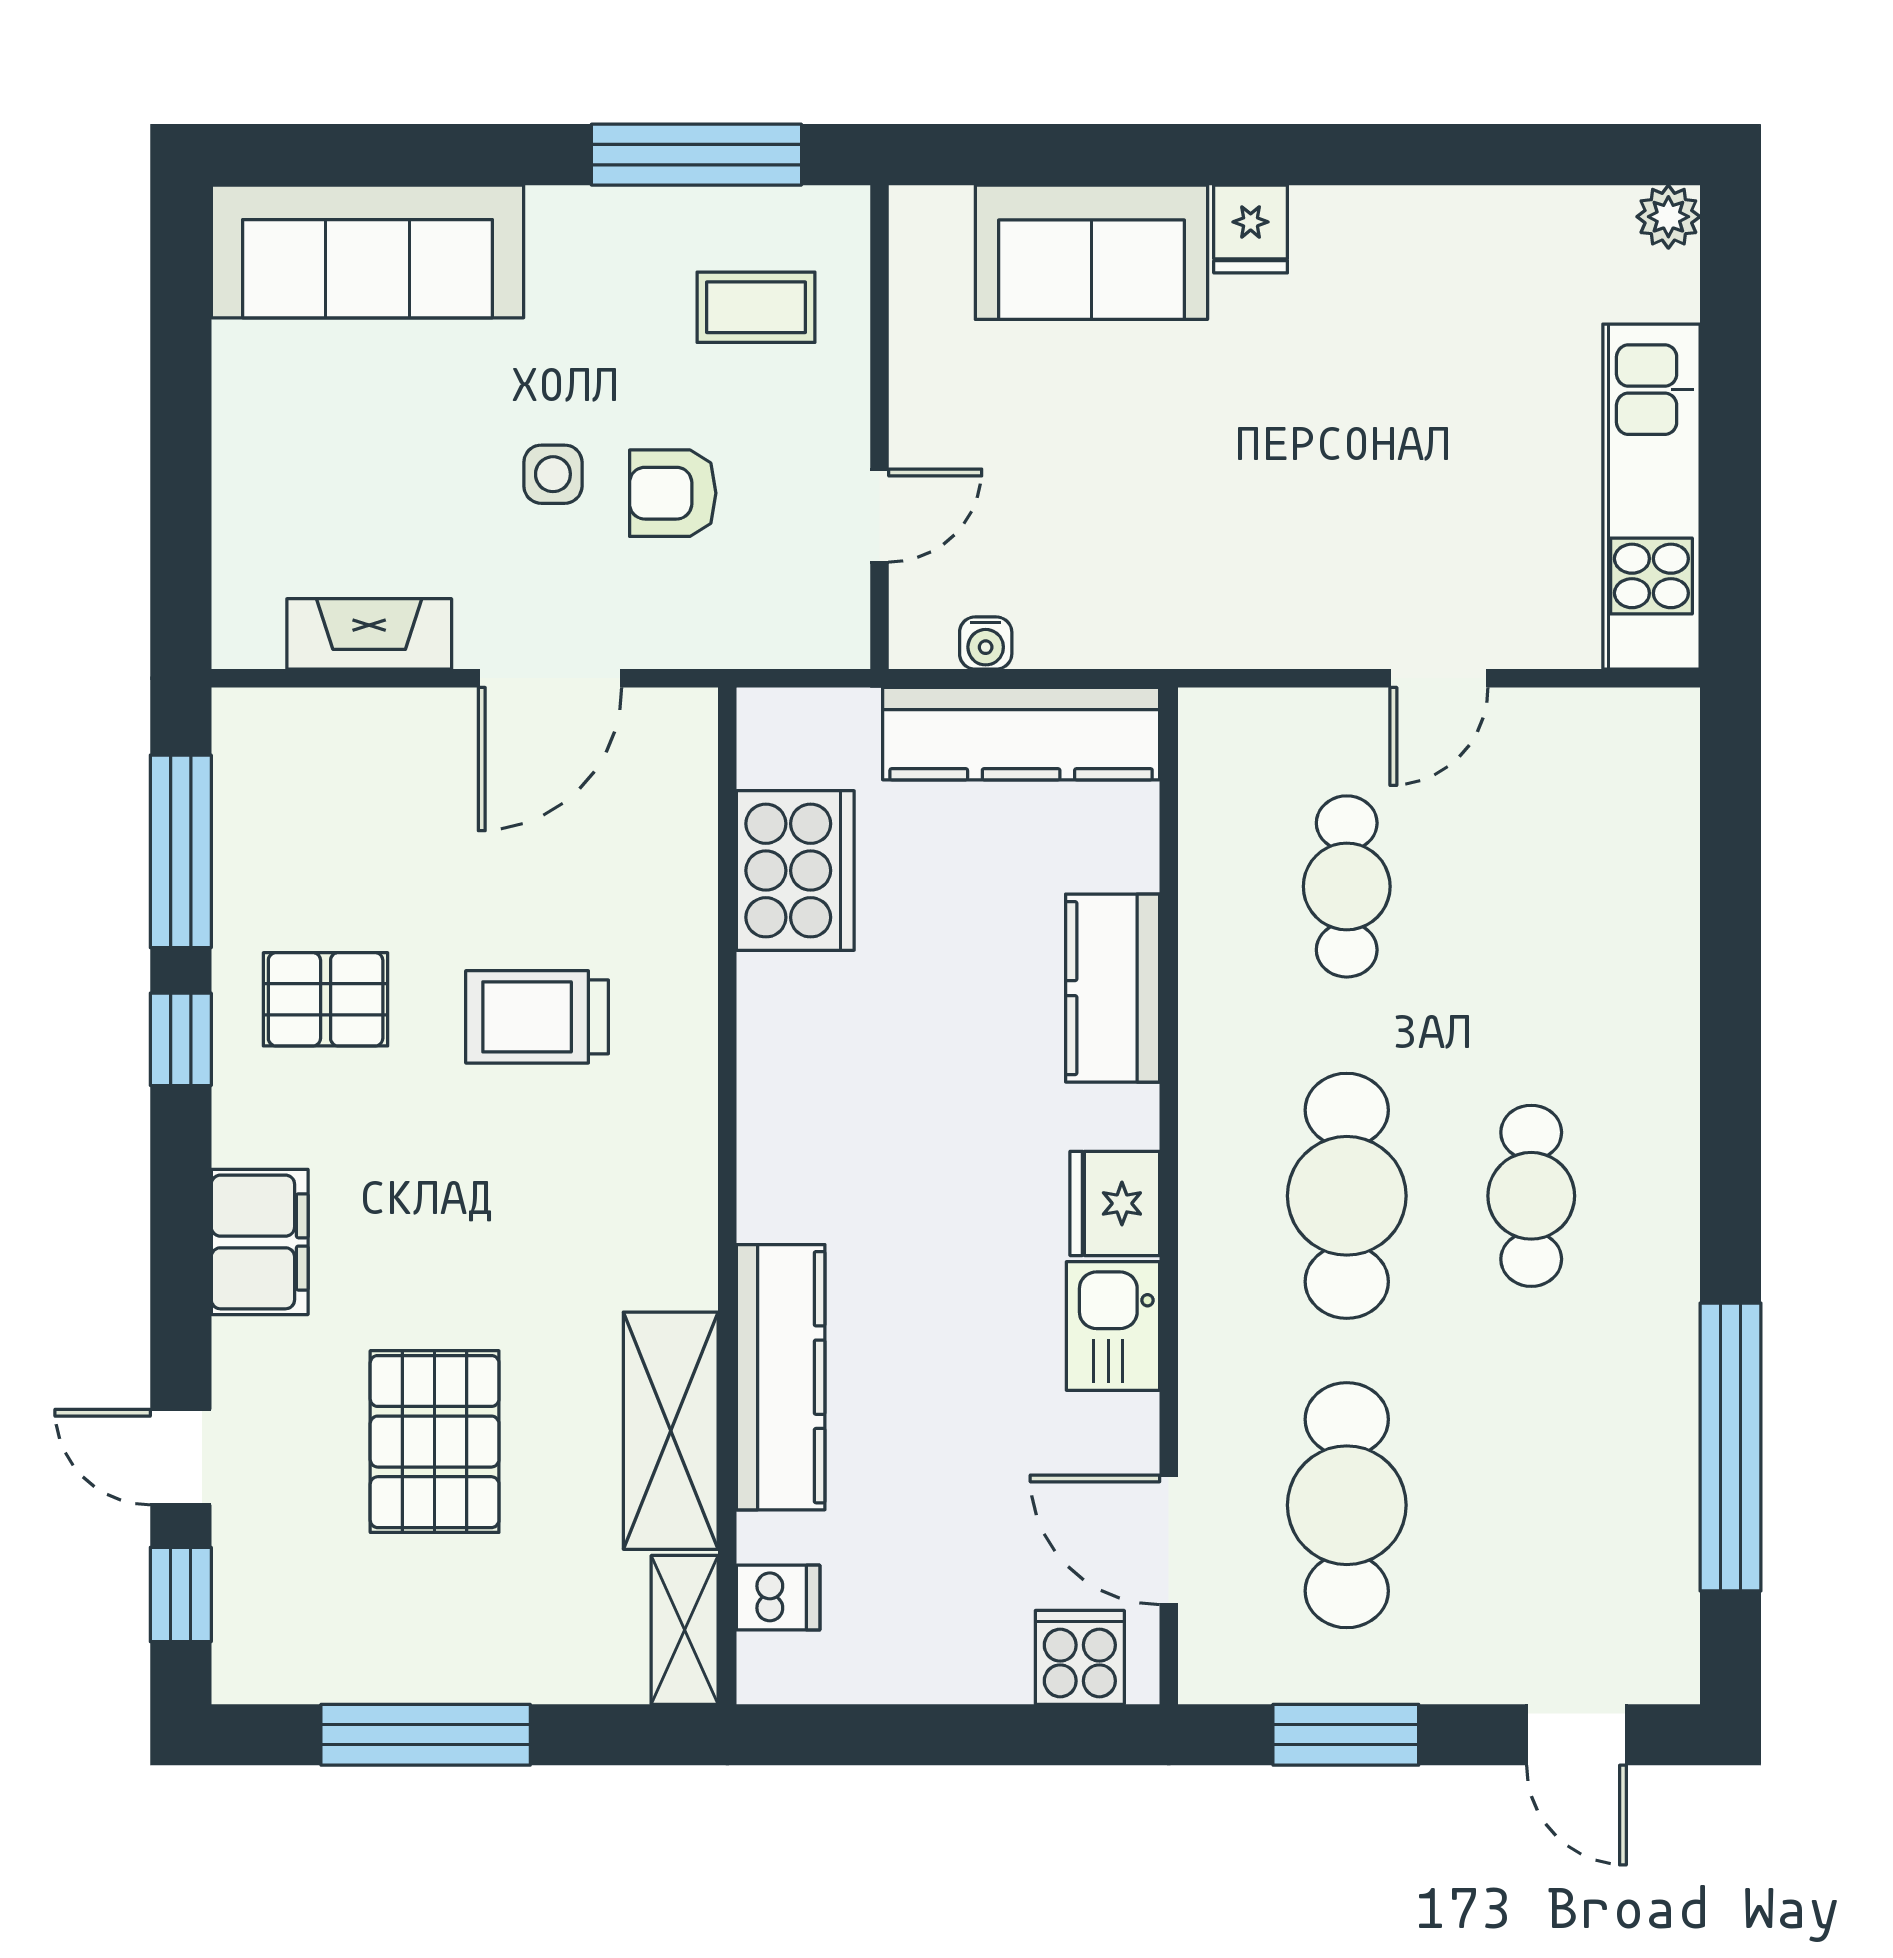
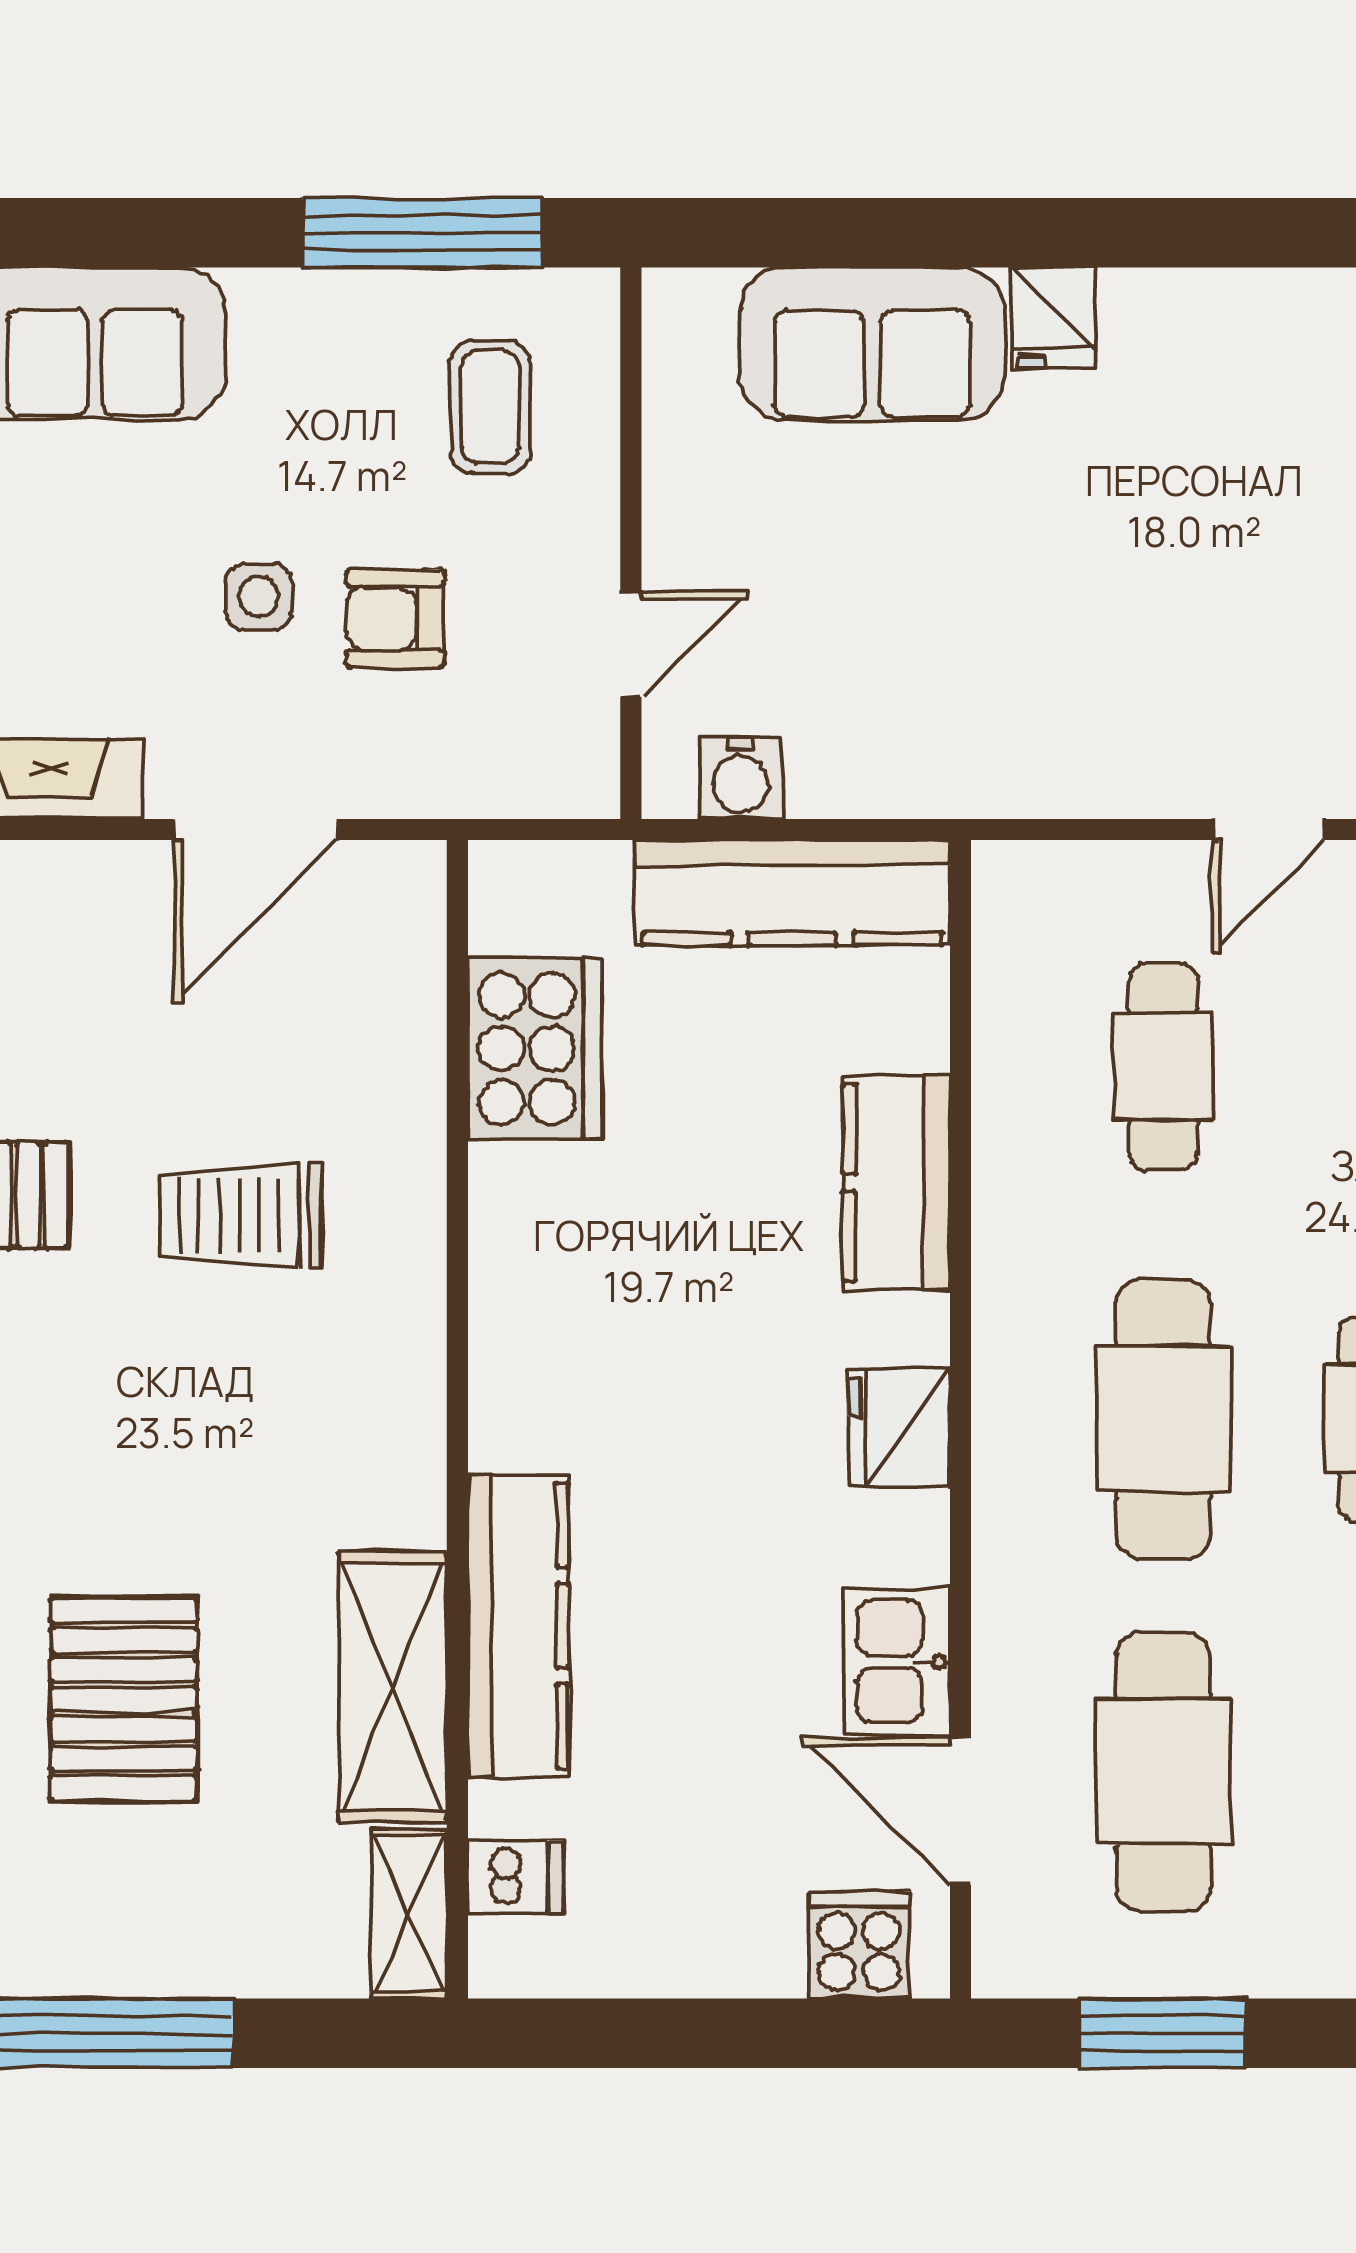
coffee table: (756, 307) -> (490, 407), turned 90
water cooler: (986, 643) -> (740, 778), width x1.38, depth x1.38
kitchen sink: (1113, 1326) -> (897, 1662), moved

